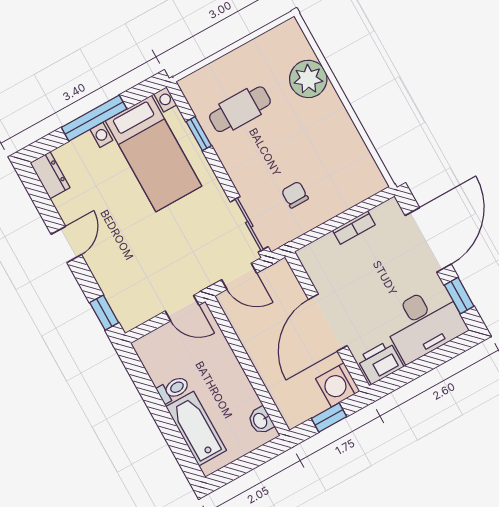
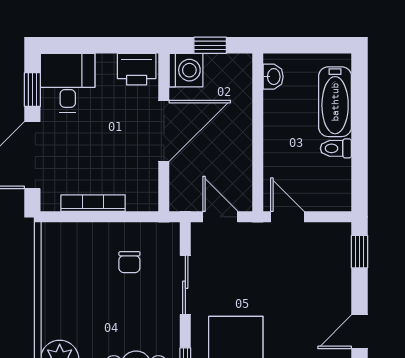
sliding door: (249, 224) -> (185, 285), moved
bookcase: (354, 228) -> (93, 203), width x1.56
desk: (424, 323) -> (68, 83), width x0.73

